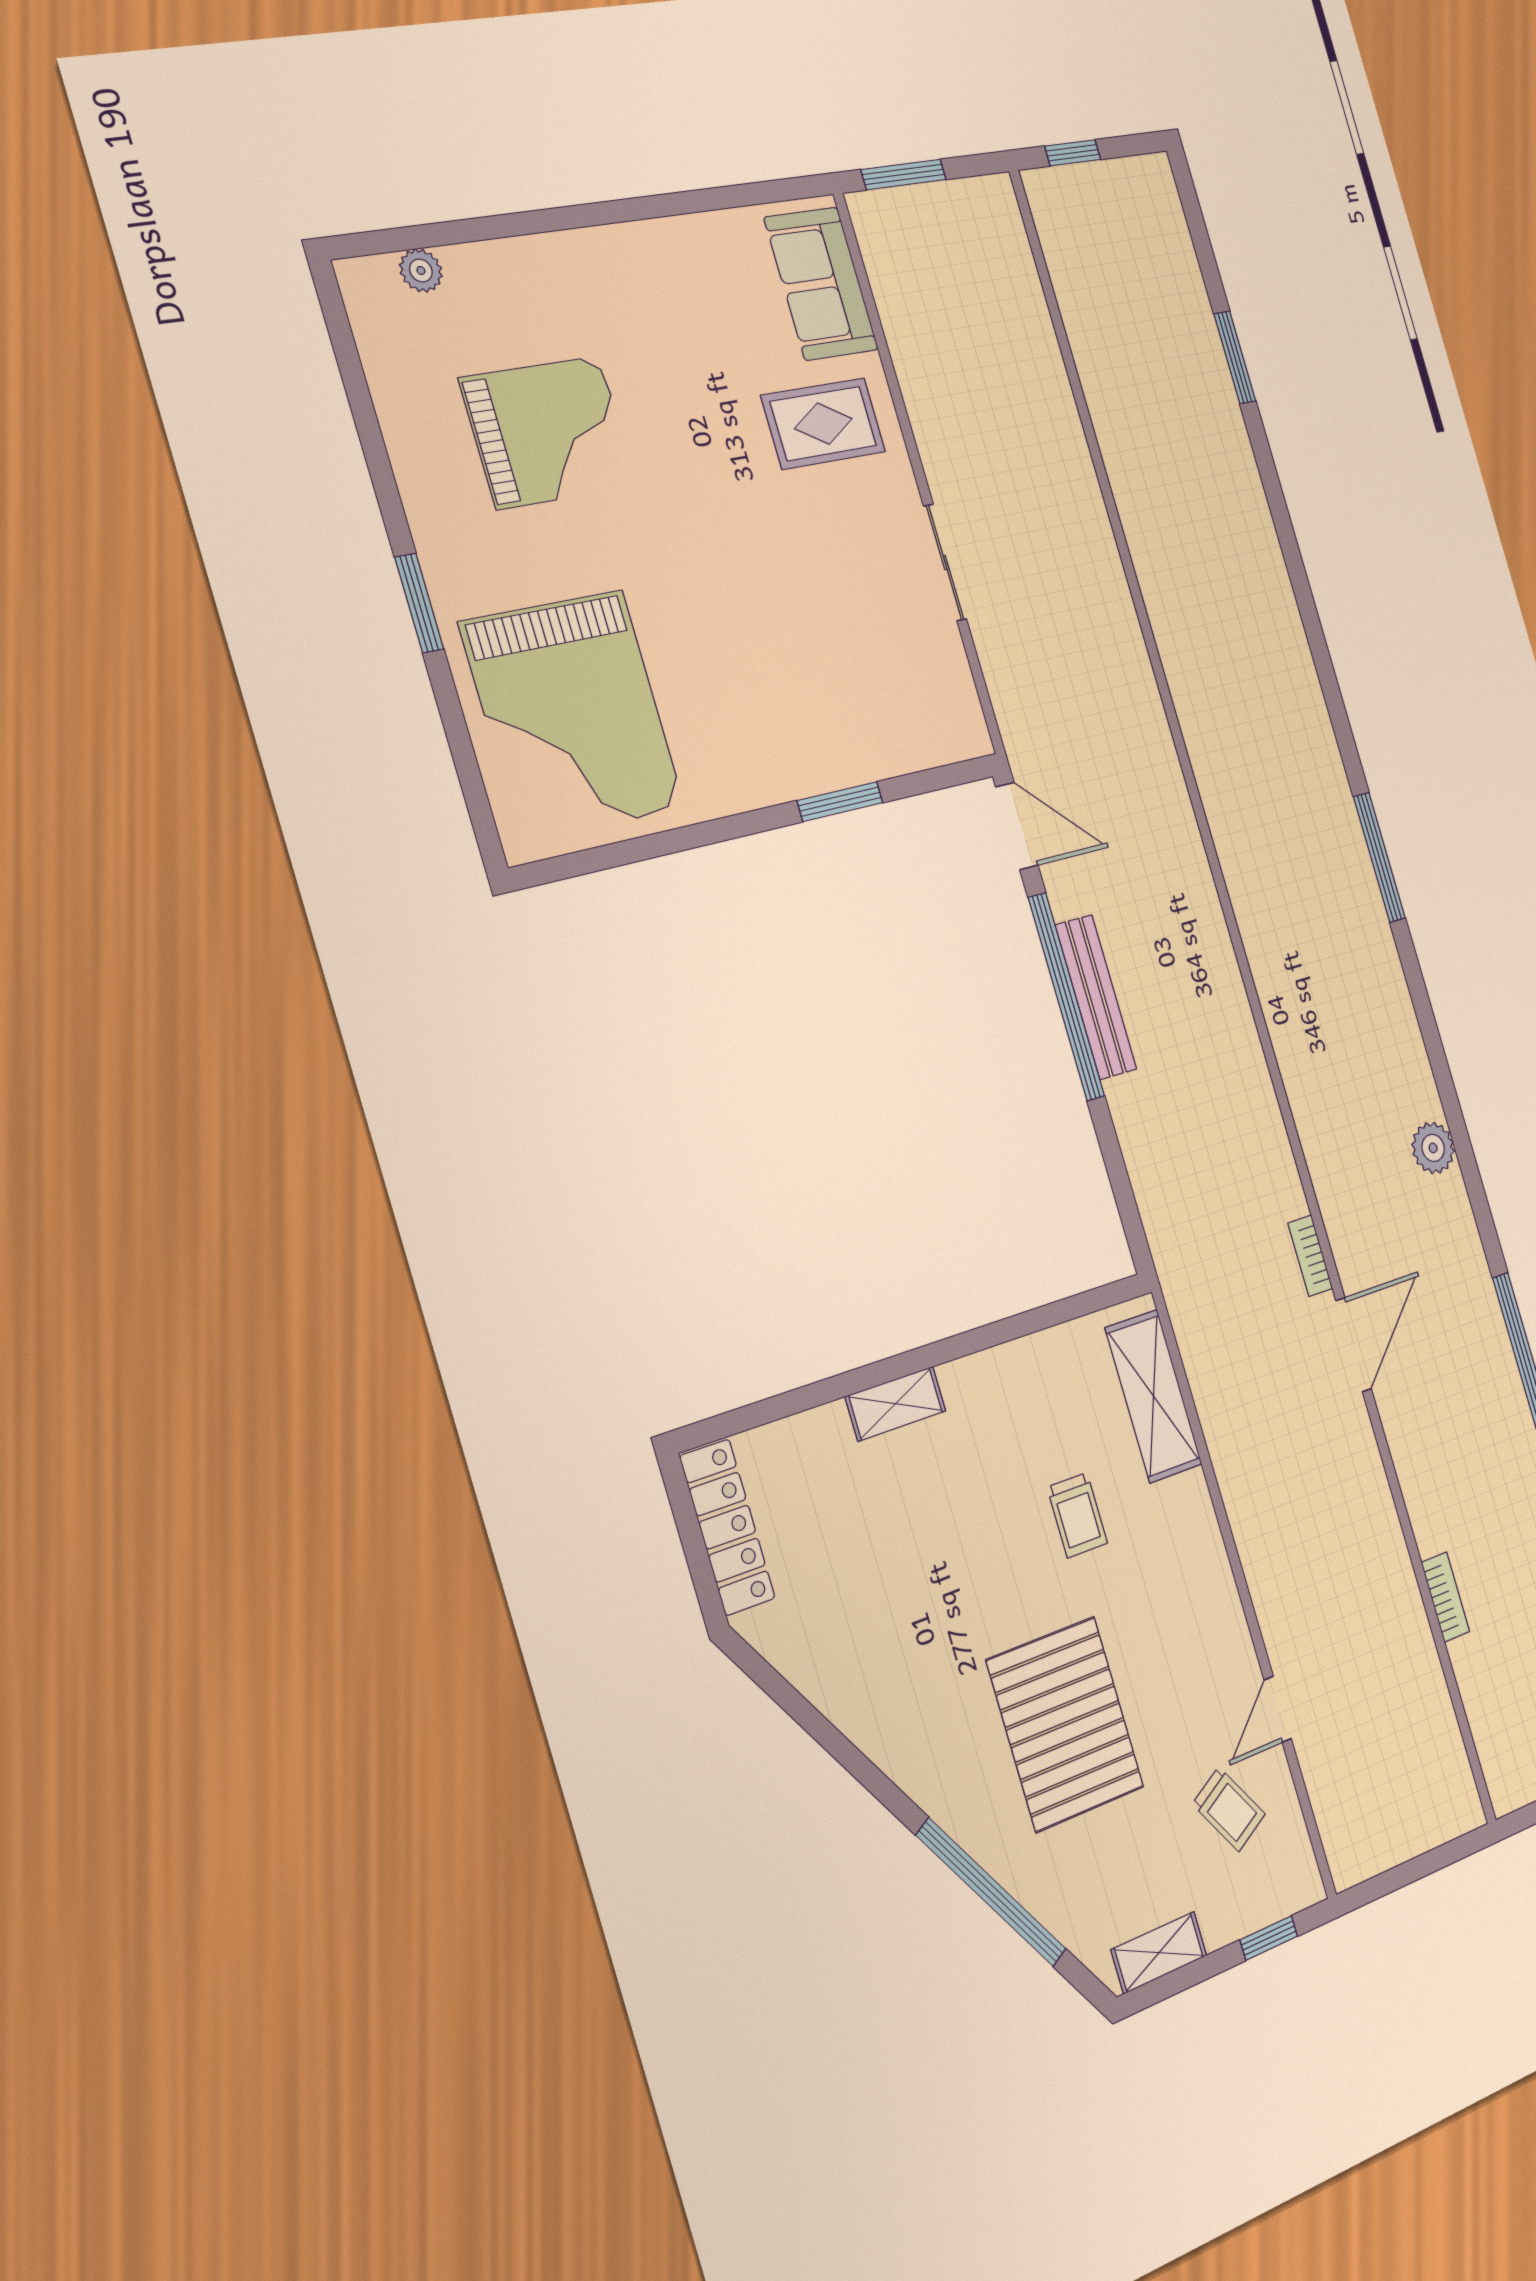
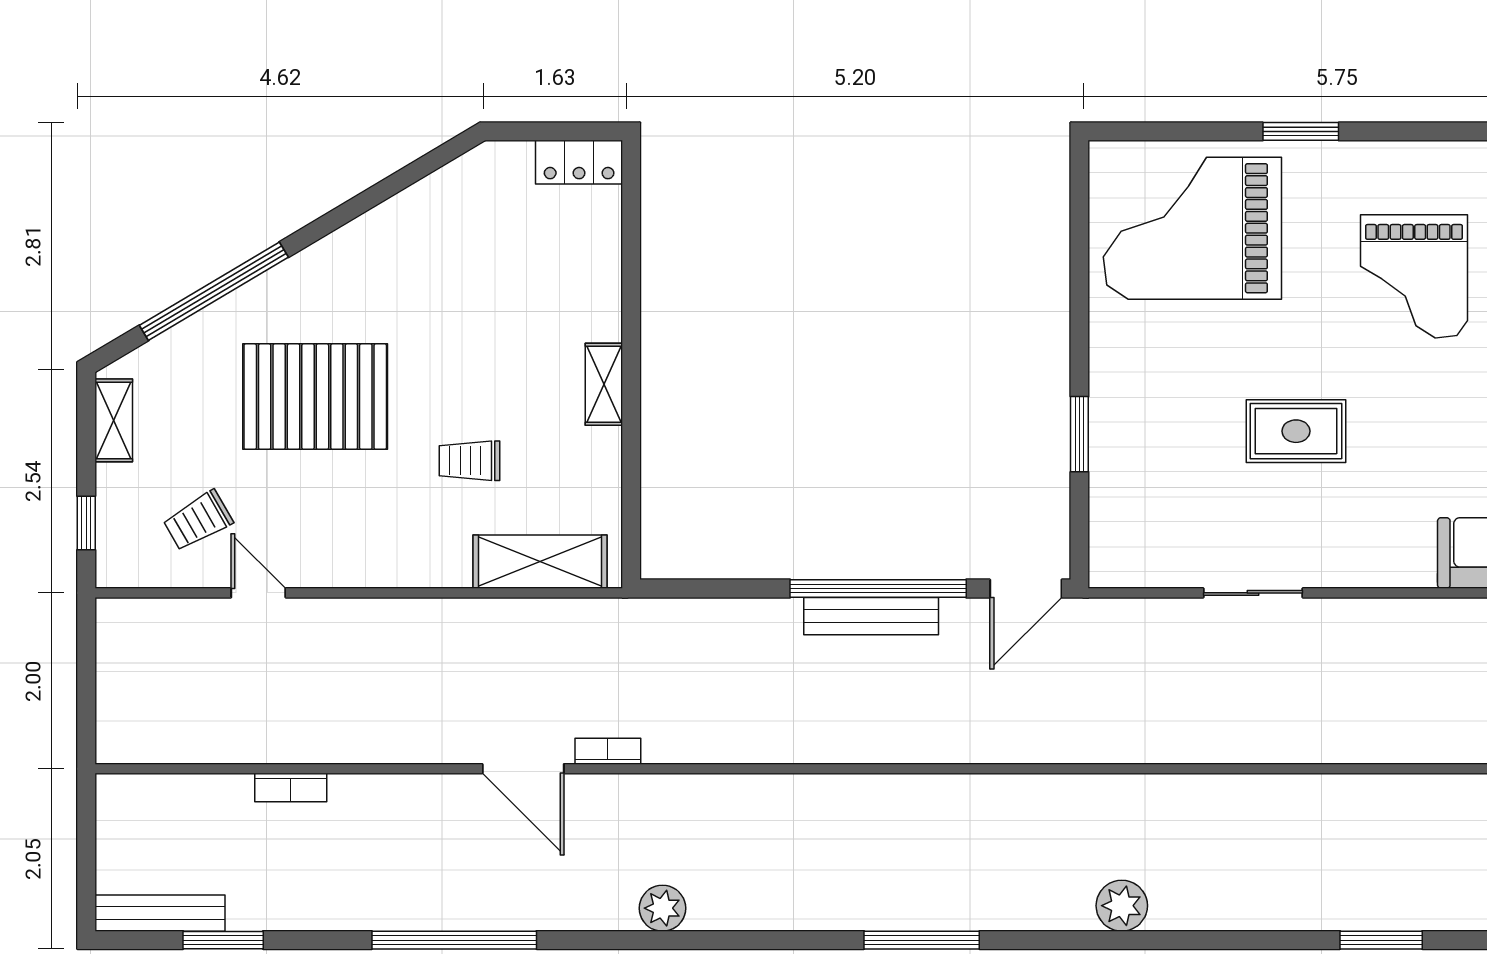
rug: (823, 424) -> (1296, 431), moved, turned 90
plant: (1286, 647) -> (1122, 906), added
shelving: (896, 1404) -> (604, 384), moved
locker: (727, 1527) -> (579, 162), width x0.66

